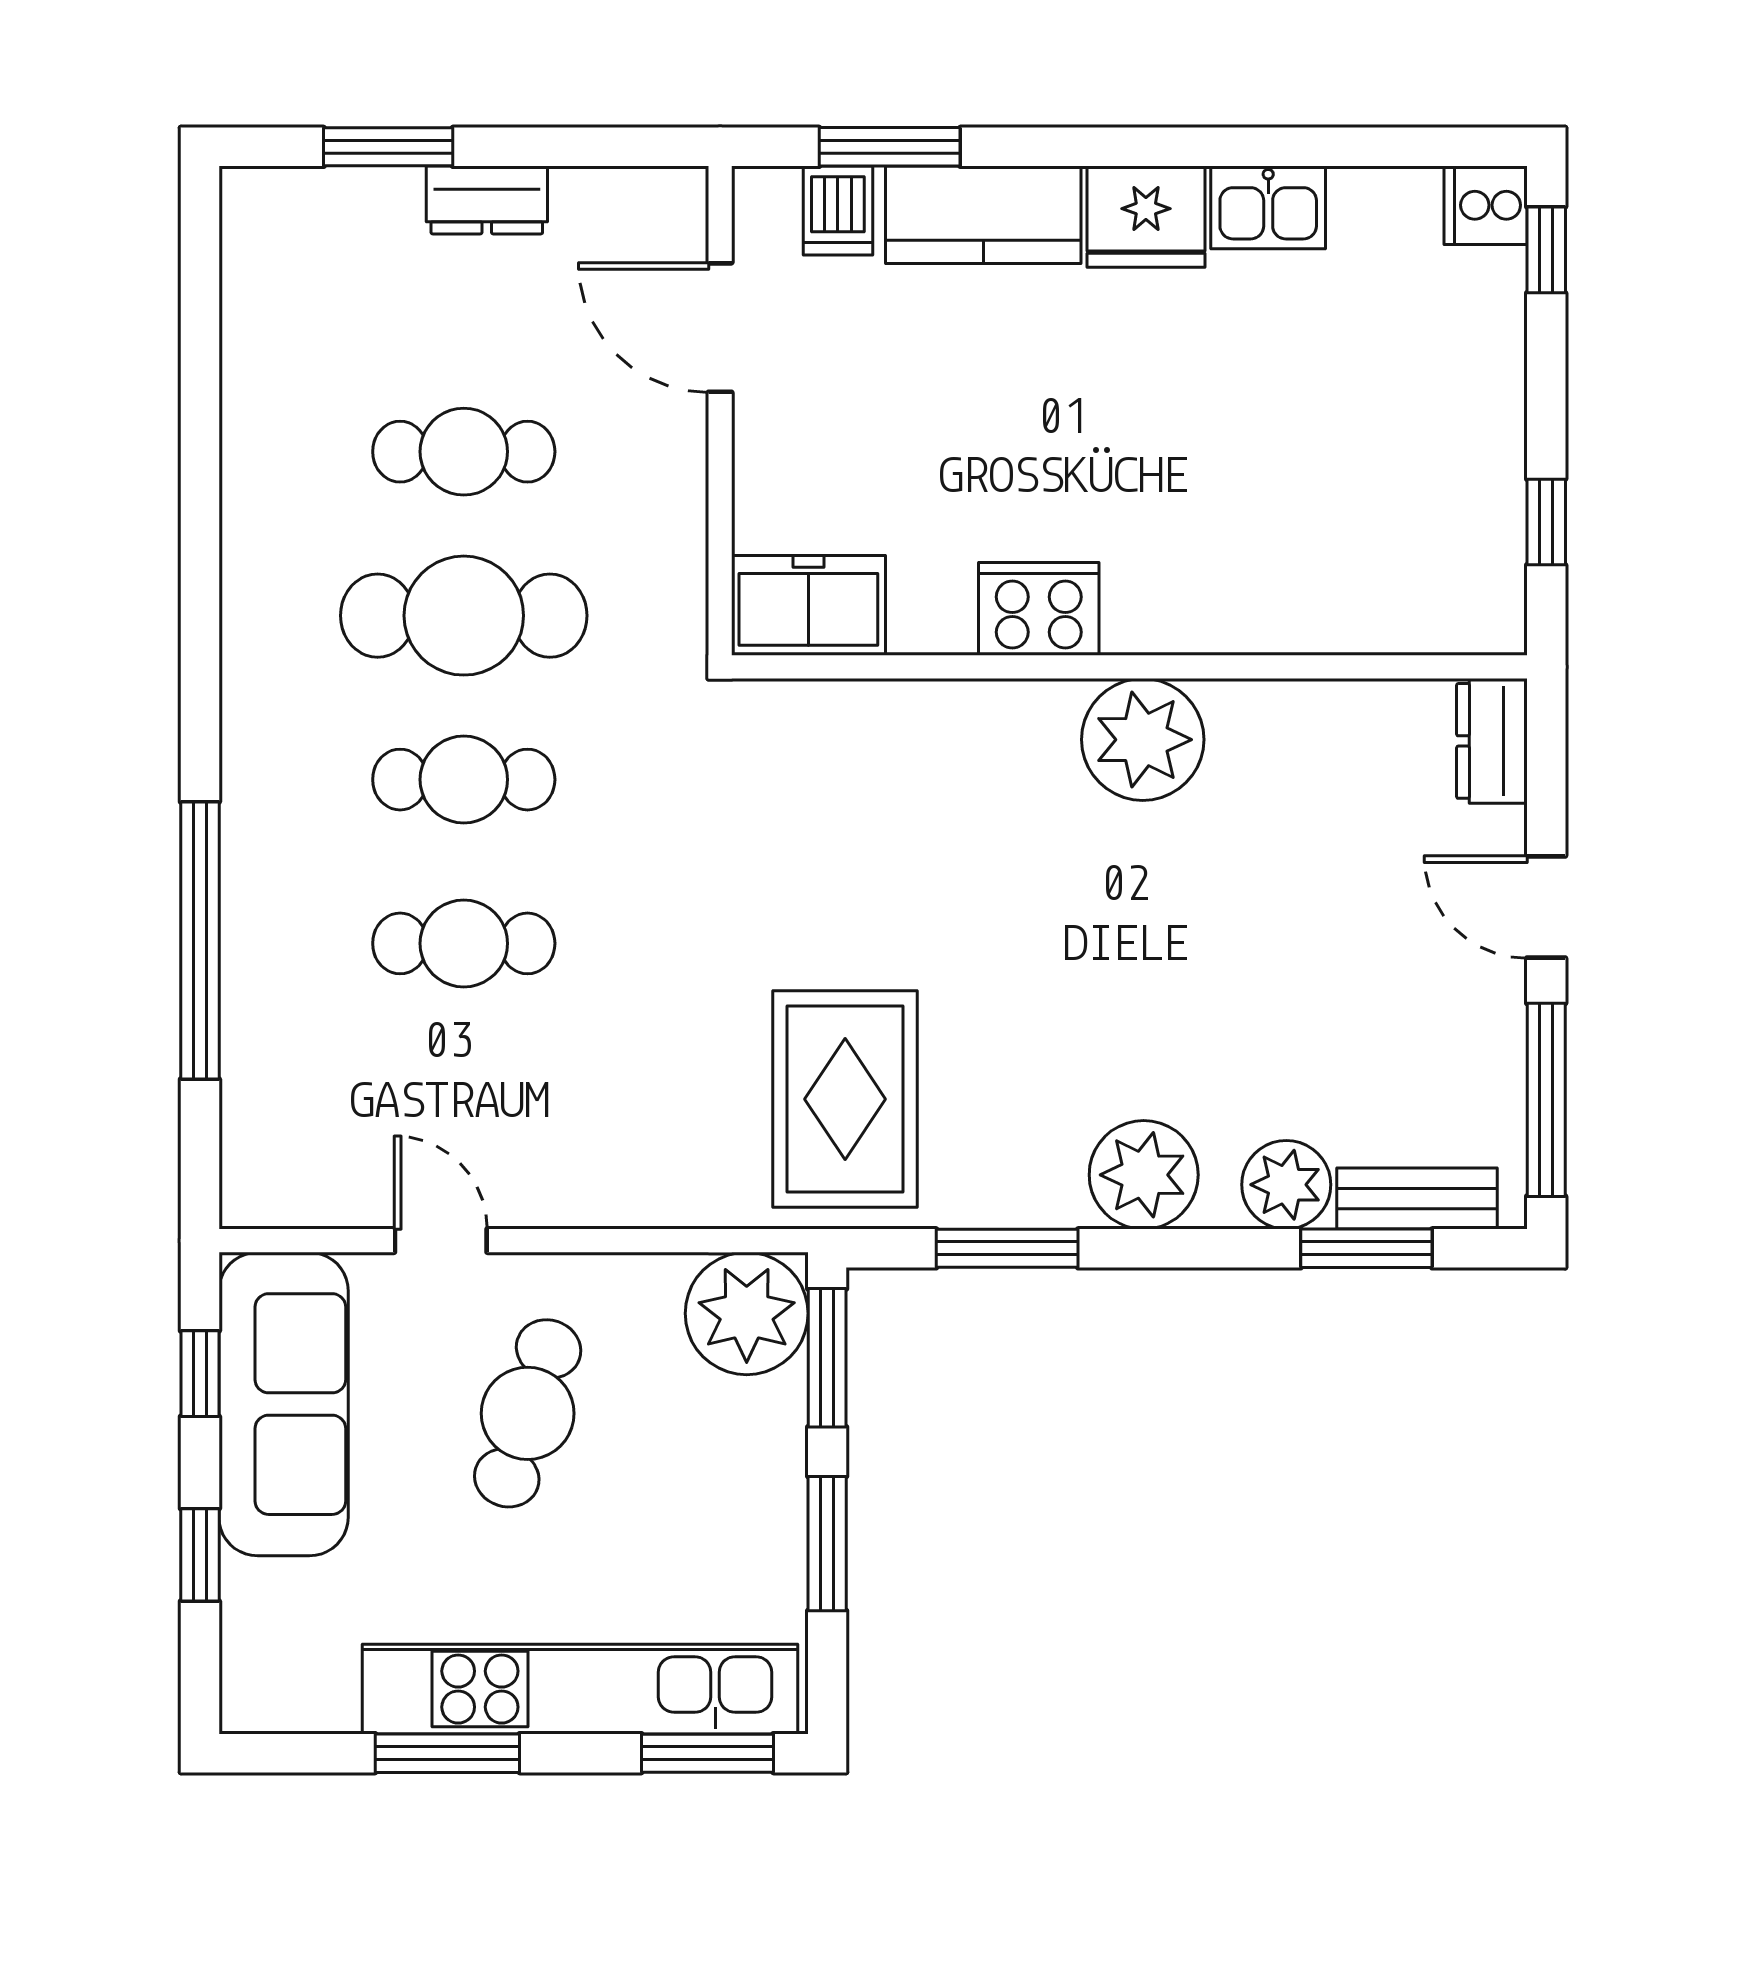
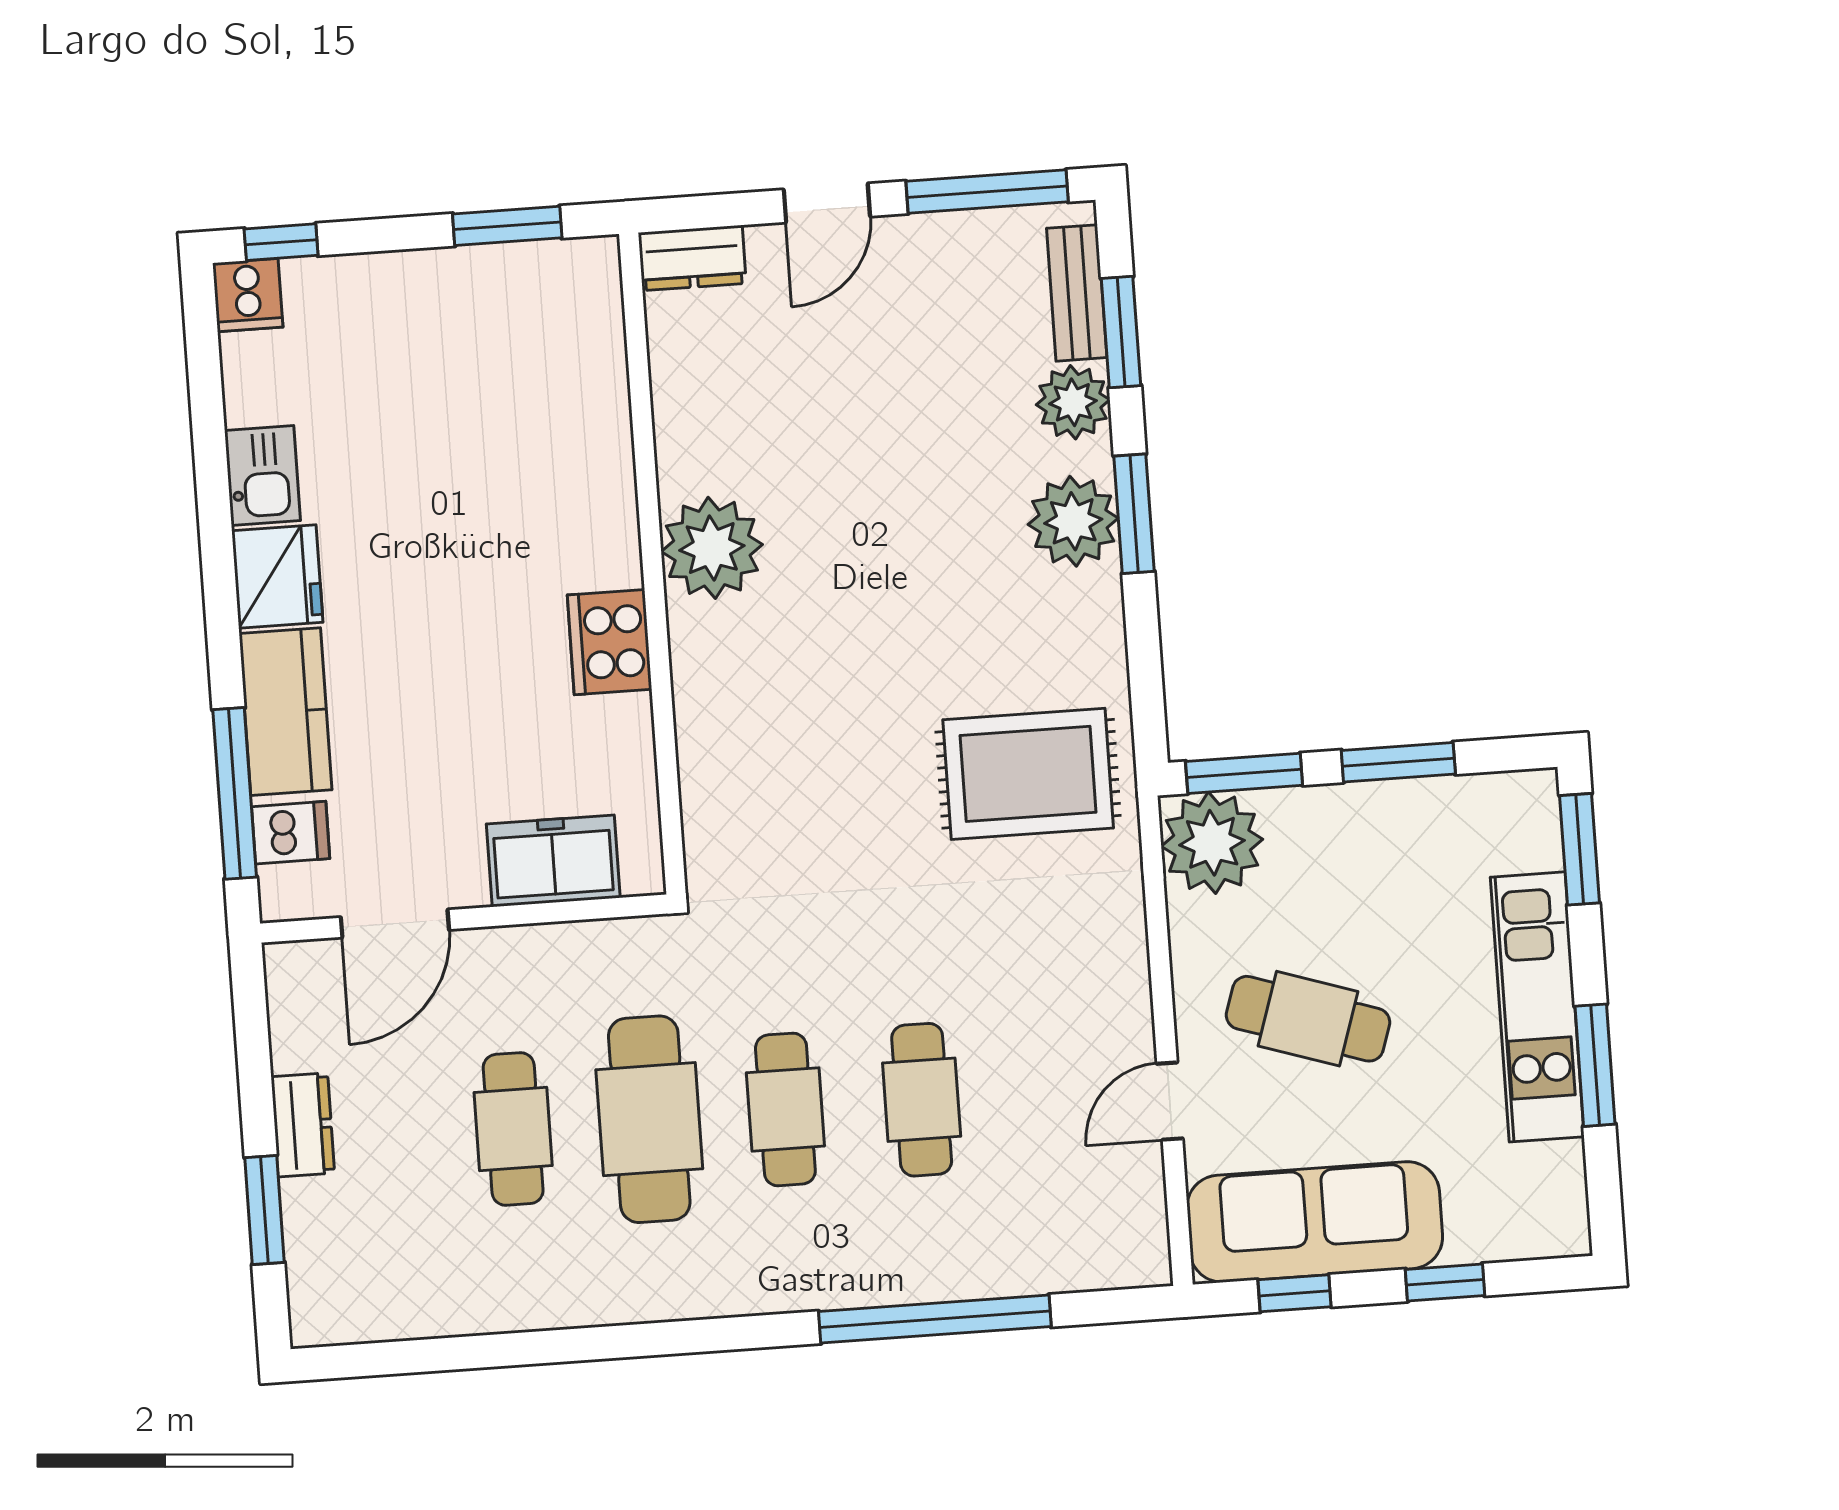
window: (890, 147) -> (235, 793), width x1.44
window: (1546, 522) -> (507, 226), width x1.50
freezer: (808, 605) -> (553, 861), moved, turned 90
window: (1007, 1248) -> (1134, 514), moved
kitchen unit: (580, 1689) -> (1537, 1007), width x0.73

